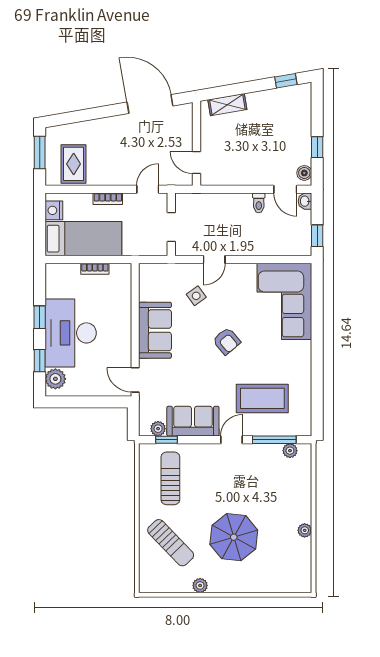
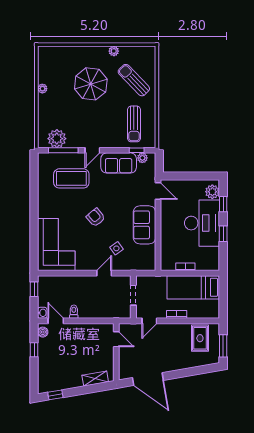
nightstand: (54, 210) -> (213, 307), removed
plant: (290, 451) -> (57, 139), width x1.87, depth x1.87

